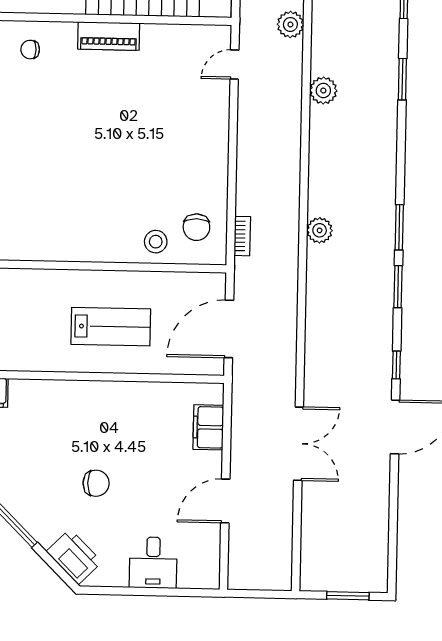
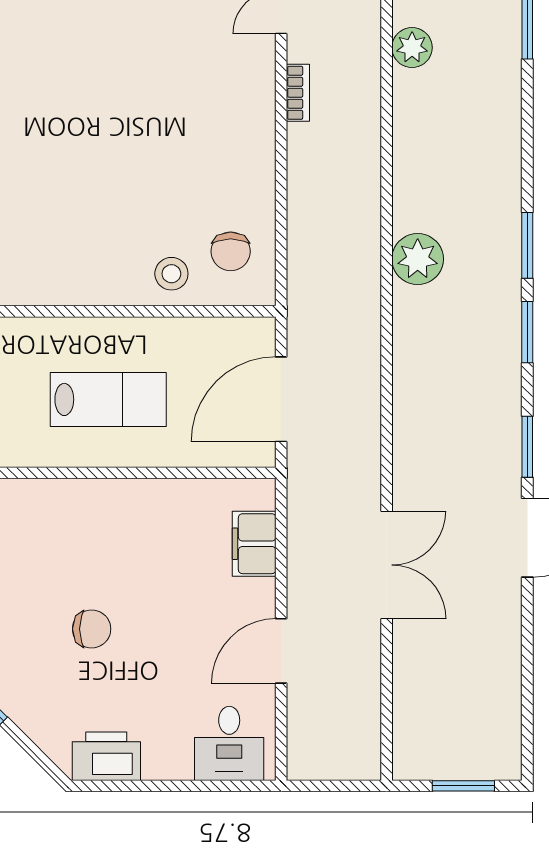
plant: (320, 230) -> (418, 259), width x1.36, depth x1.36
bookcase: (242, 236) -> (298, 93), moved
window: (396, 365) -> (527, 447), width x1.50
printer: (74, 557) -> (106, 756), moved, turned -45
desk: (153, 563) -> (229, 743), moved

